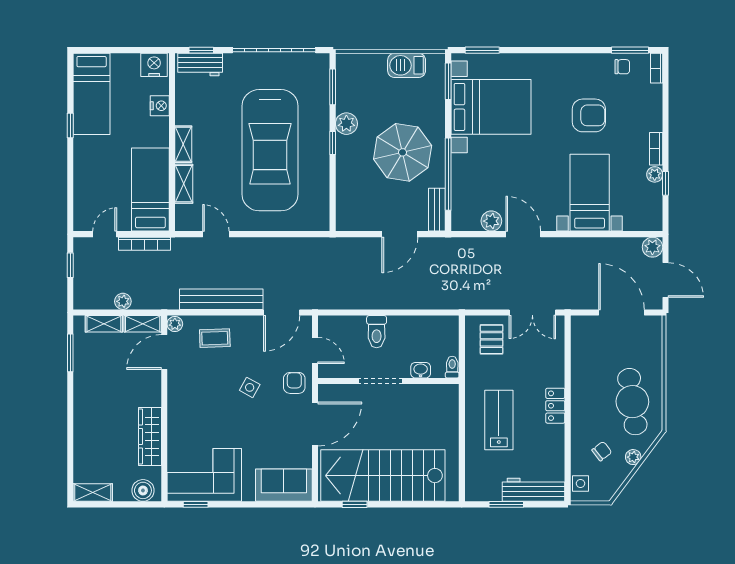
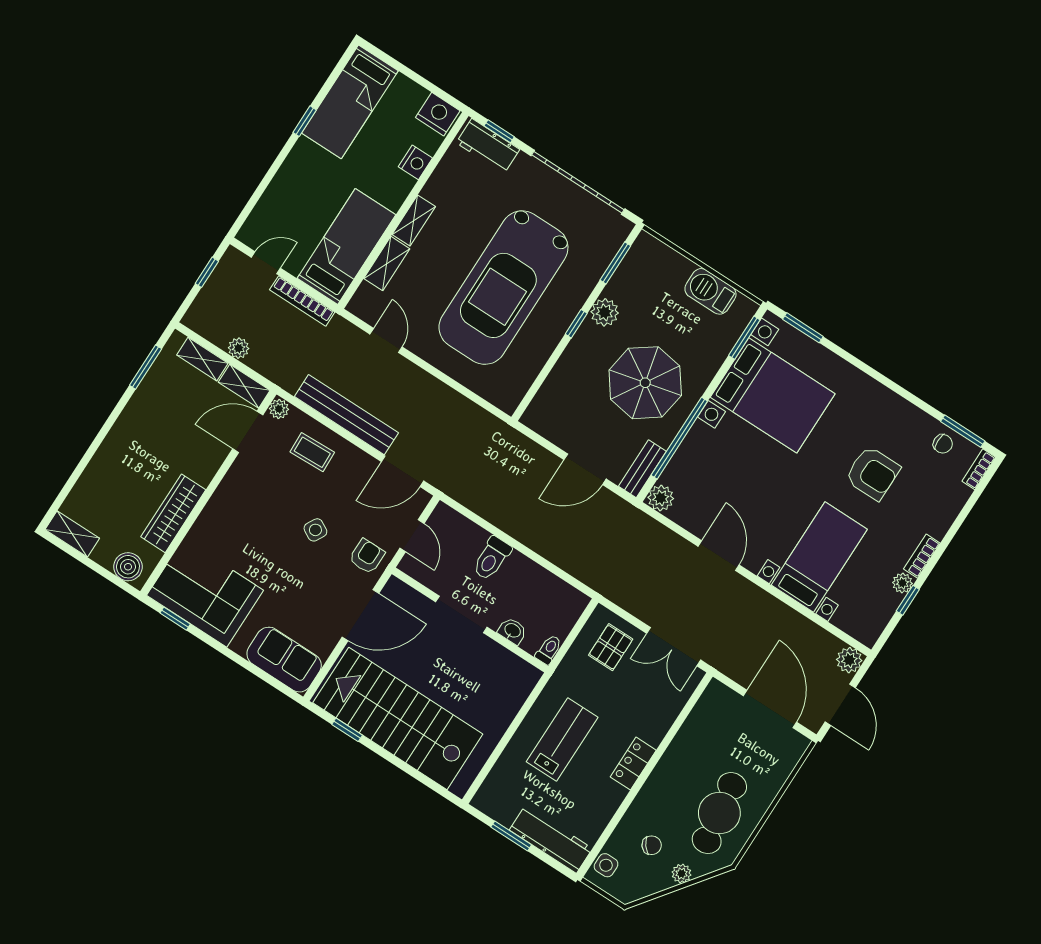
plant: (491, 221) -> (661, 498), moved

